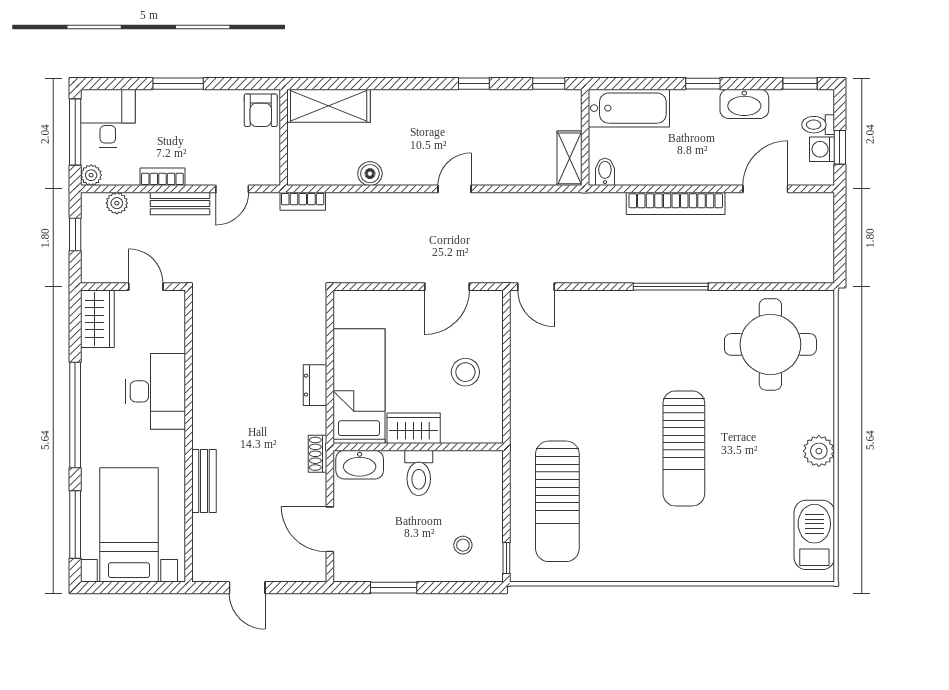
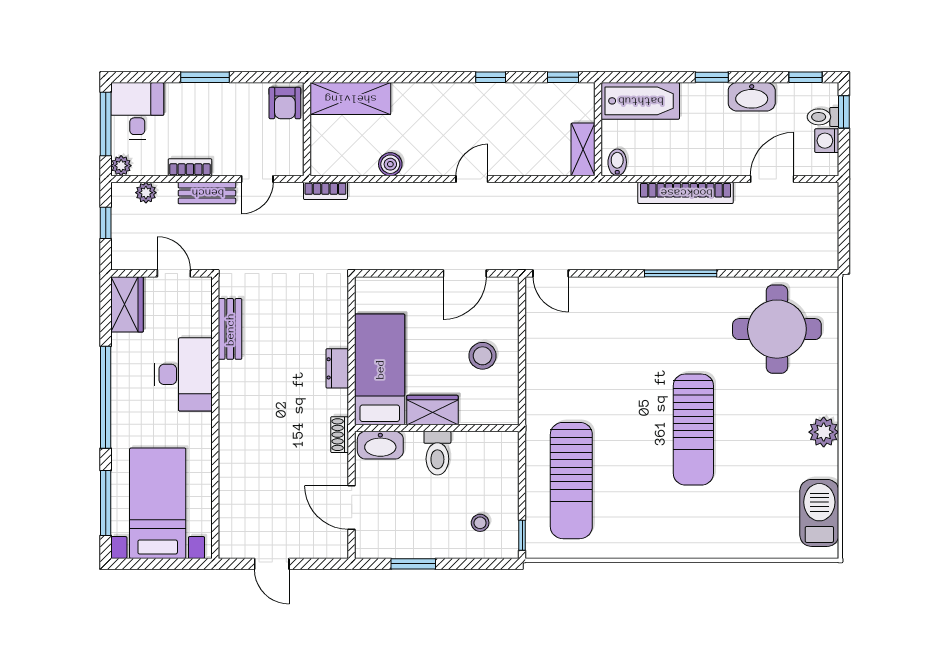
window: (840, 147) -> (844, 112), moved
bench: (204, 481) -> (230, 329), moved

